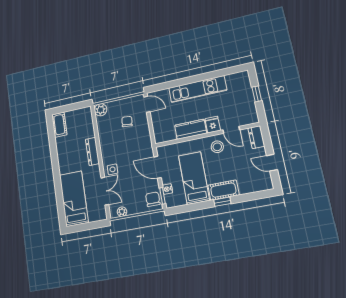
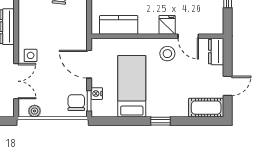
kitchen counter: (191, 129) -> (119, 25), moved
door: (272, 163) -> (228, 86), swing flipped
cot: (223, 190) -> (206, 108), moved

